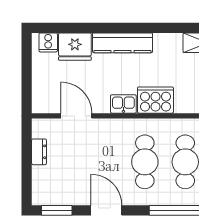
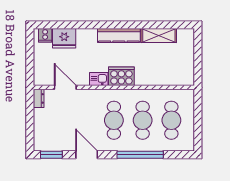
kitchen counter: (123, 43) -> (119, 36), moved
dresser: (39, 152) -> (39, 98), moved

